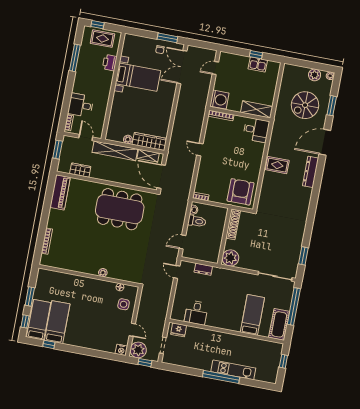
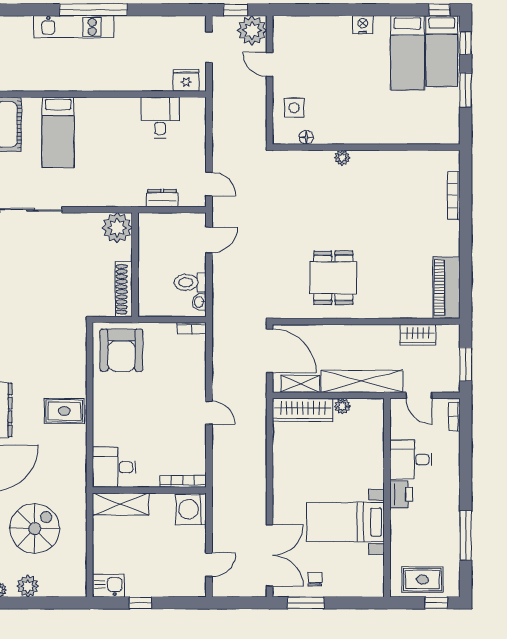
printer: (110, 63) -> (401, 494), moved
kitchen sink: (258, 64) -> (108, 586), moved
desk: (81, 105) -> (411, 460), moved, turned 180
dining table: (120, 209) -> (333, 278), width x0.53, depth x0.80
window: (49, 344) -> (439, 10), moved
nightstand: (121, 350) -> (363, 25), moved

